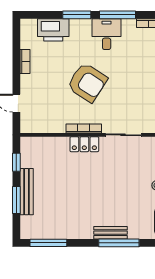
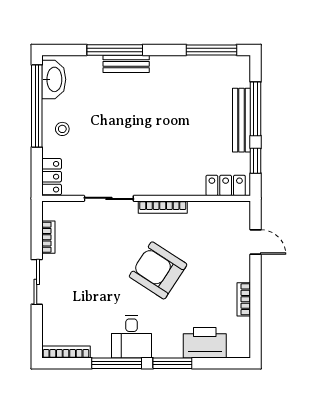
locker: (84, 144) -> (226, 185), moved
window: (16, 200) -> (256, 109), width x1.44

